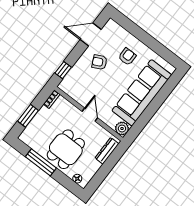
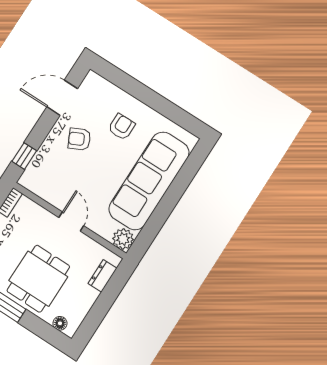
dresser: (107, 151) -> (103, 276), width x0.70

